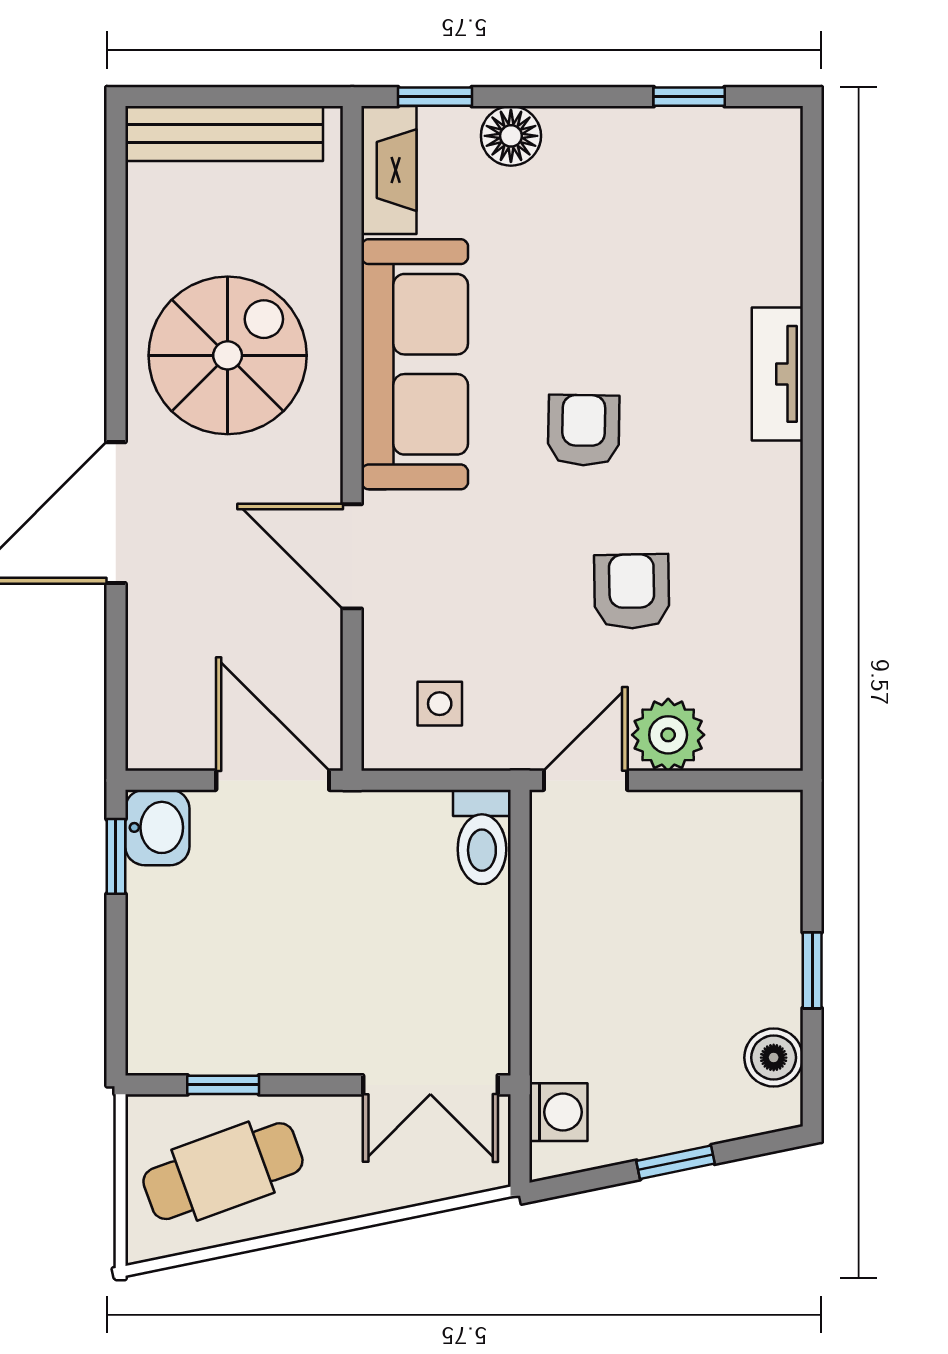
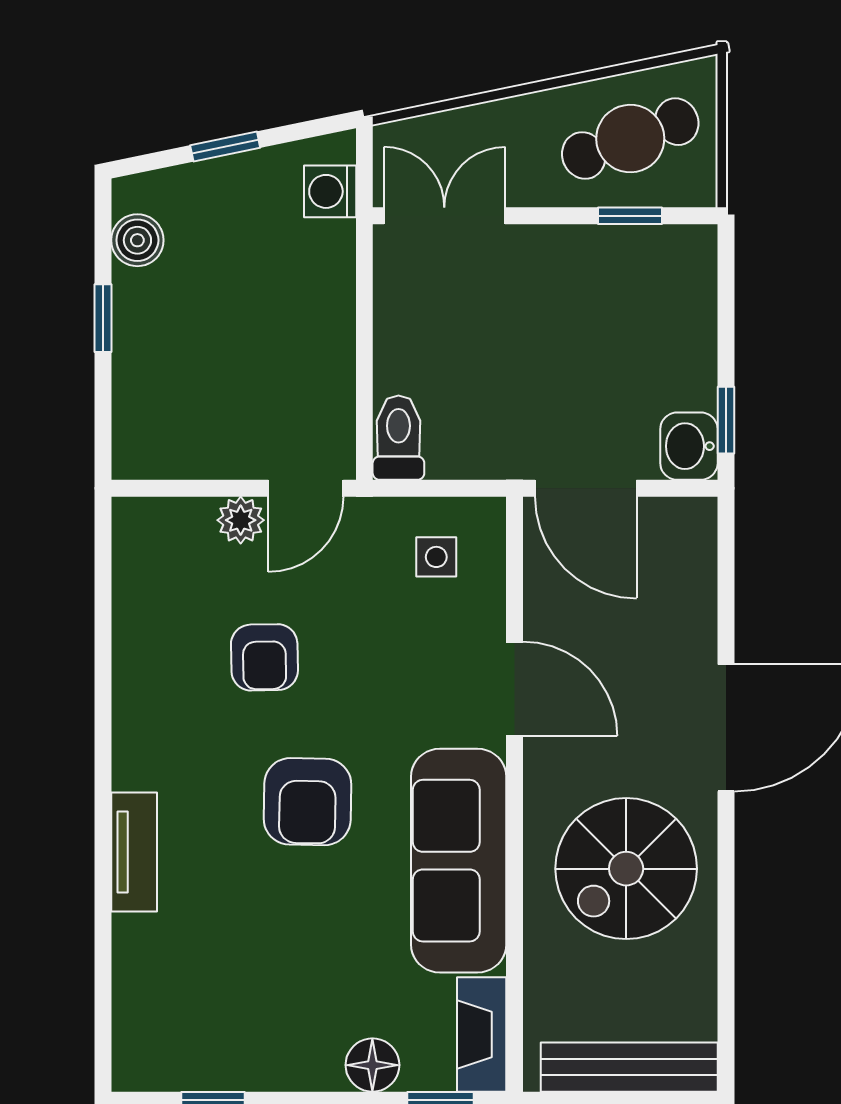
armchair: (584, 430) -> (307, 802), width x1.38, depth x1.38
plant: (668, 735) -> (241, 520), width x0.73, depth x0.73

